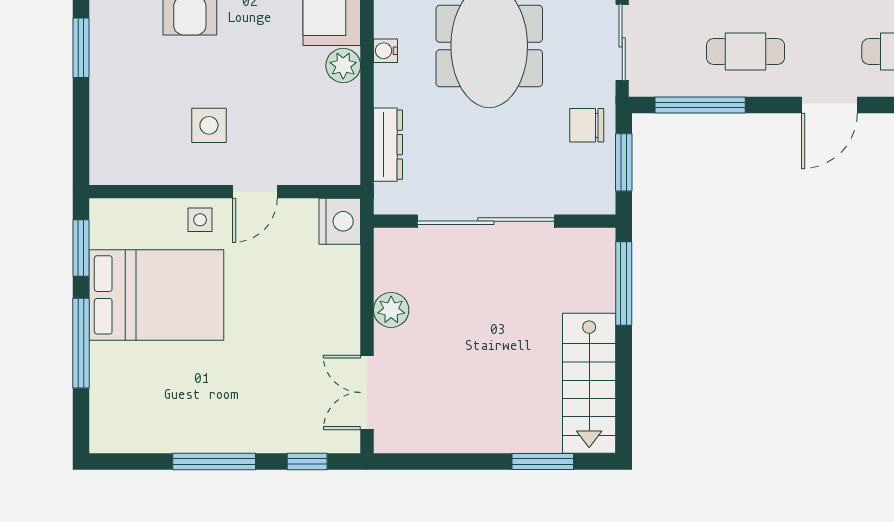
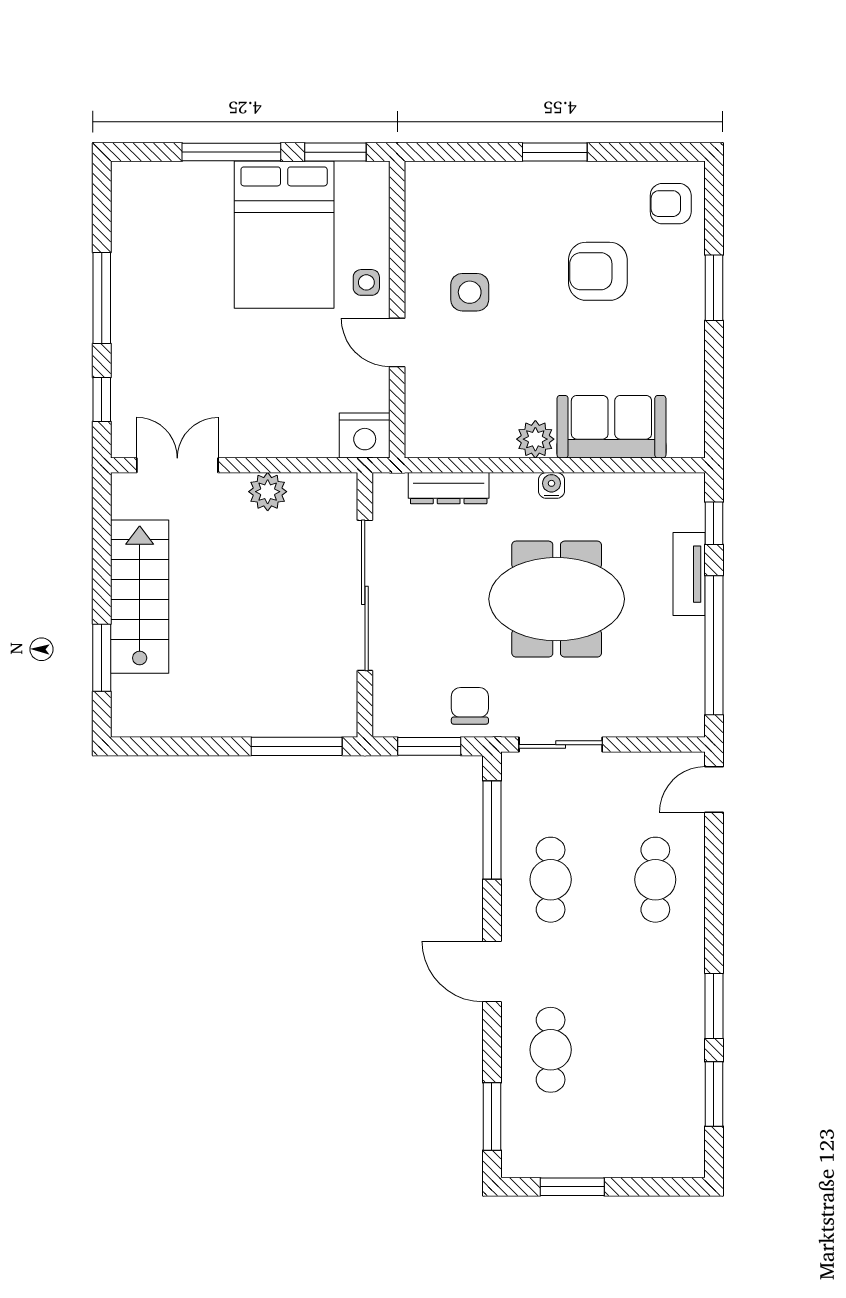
stairs: (589, 383) -> (140, 597), moved, turned 90

